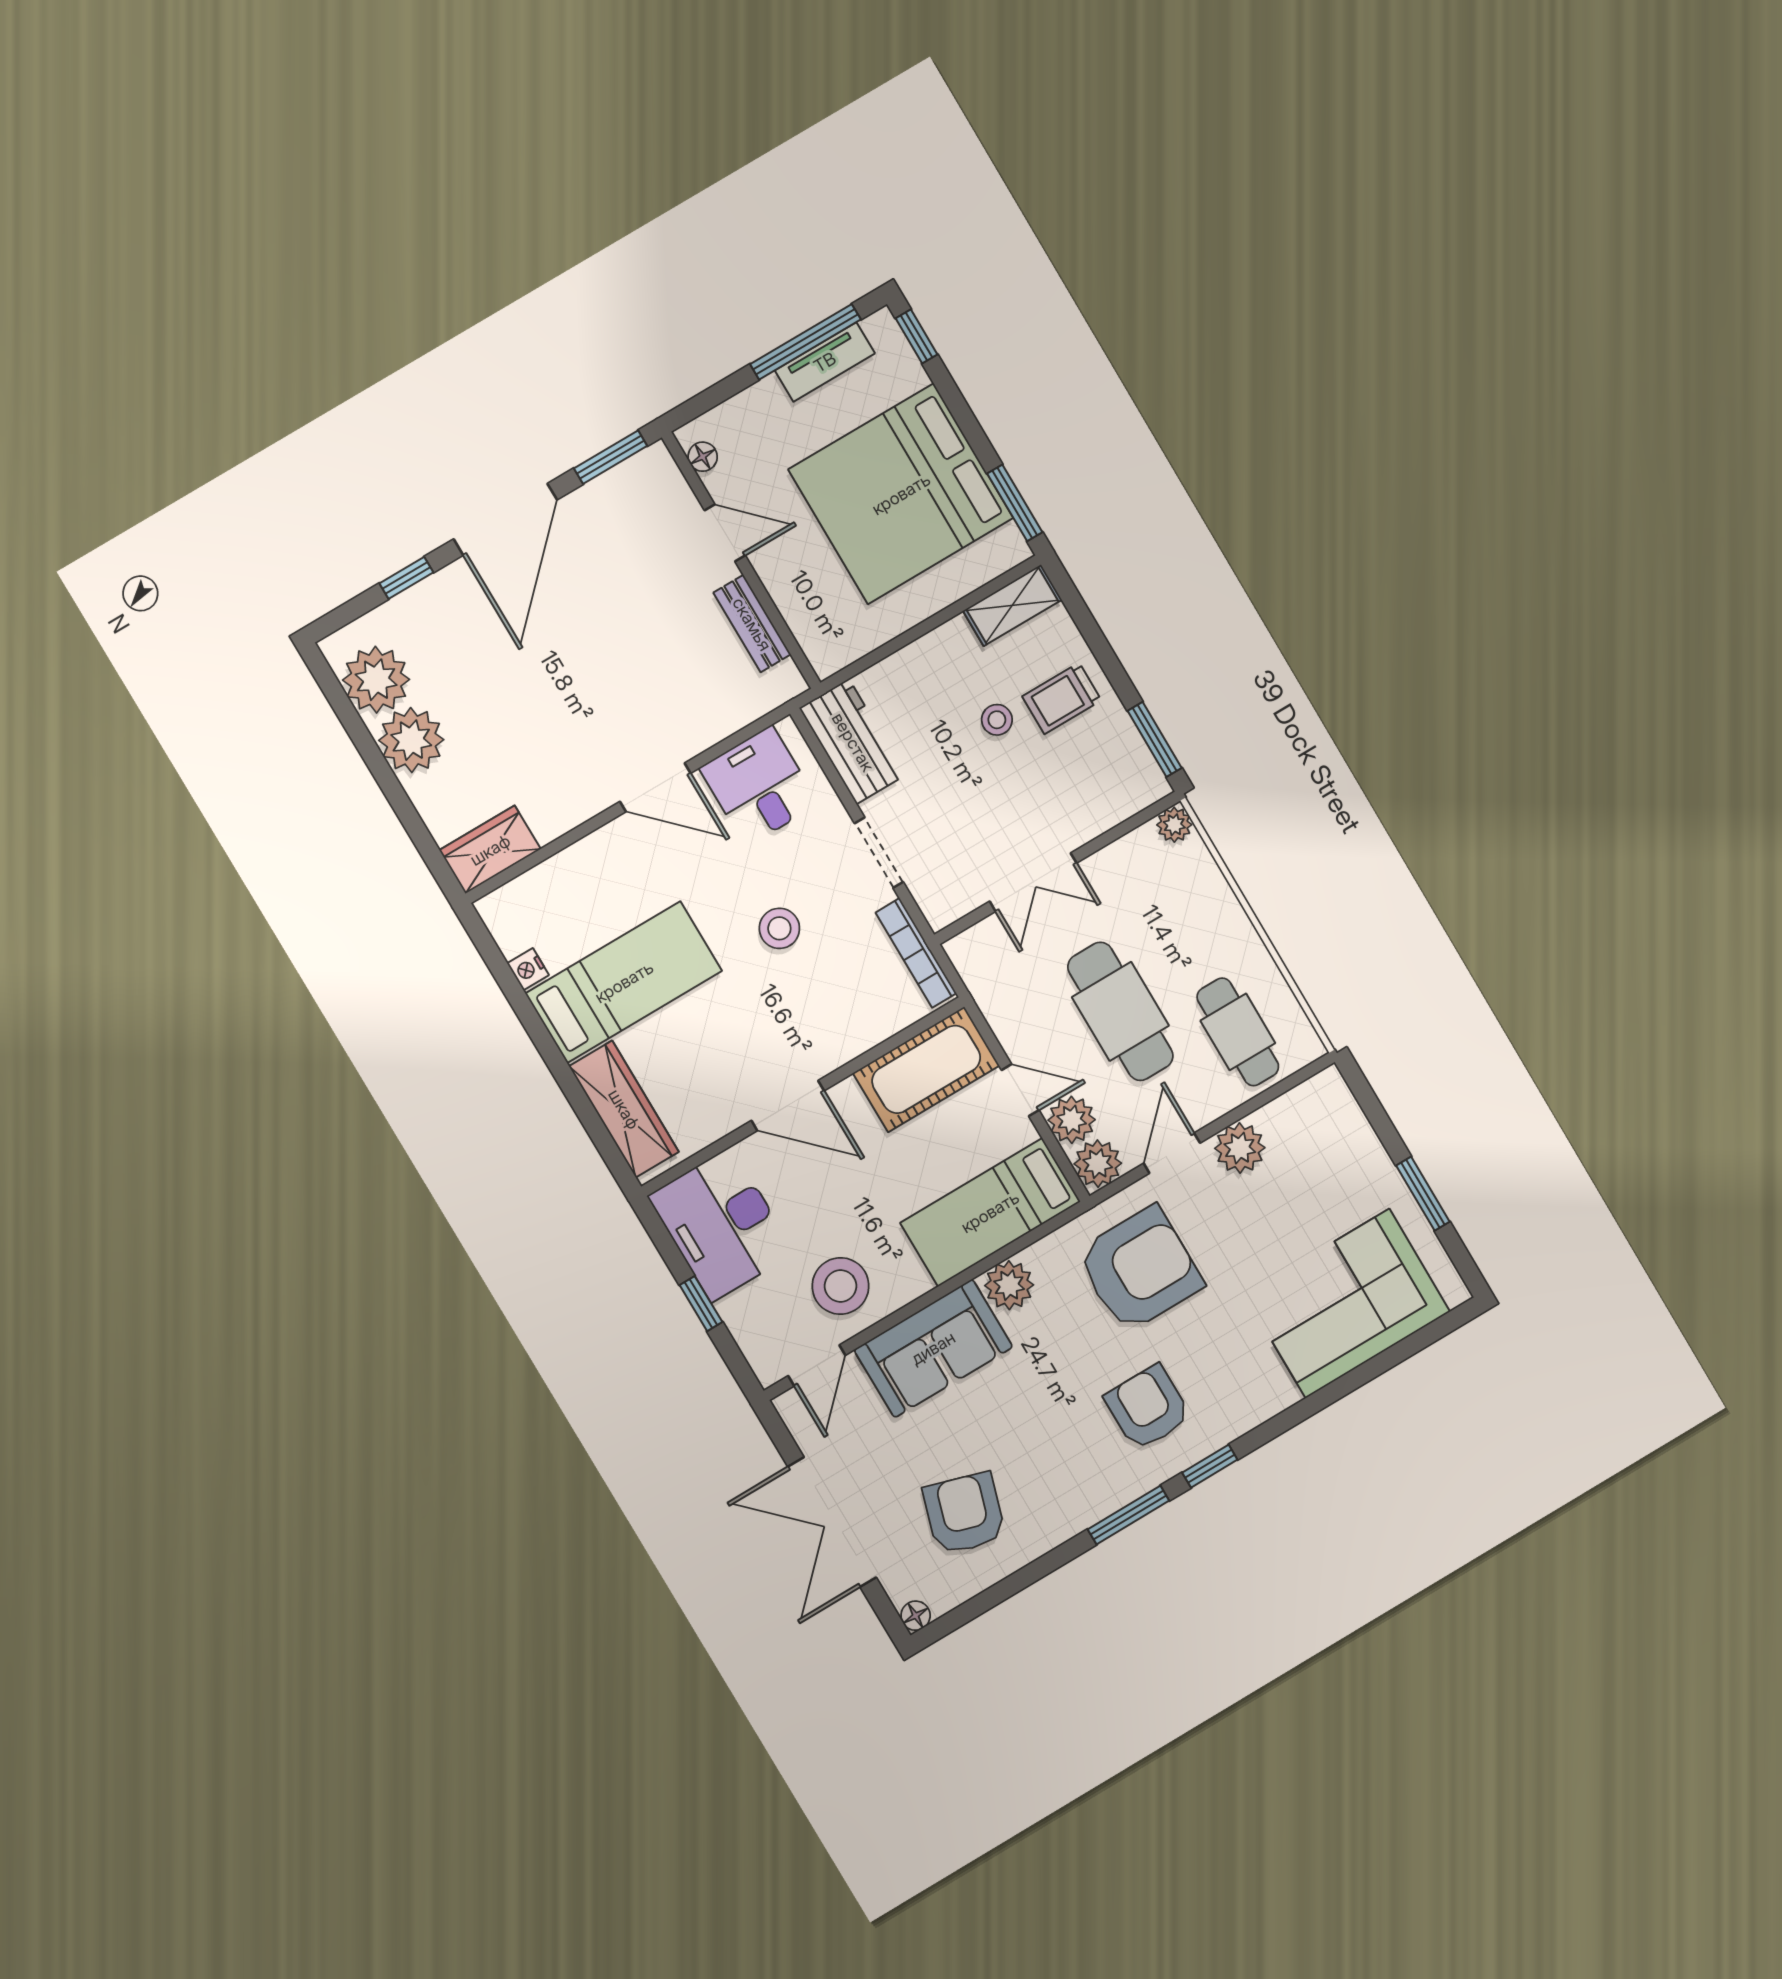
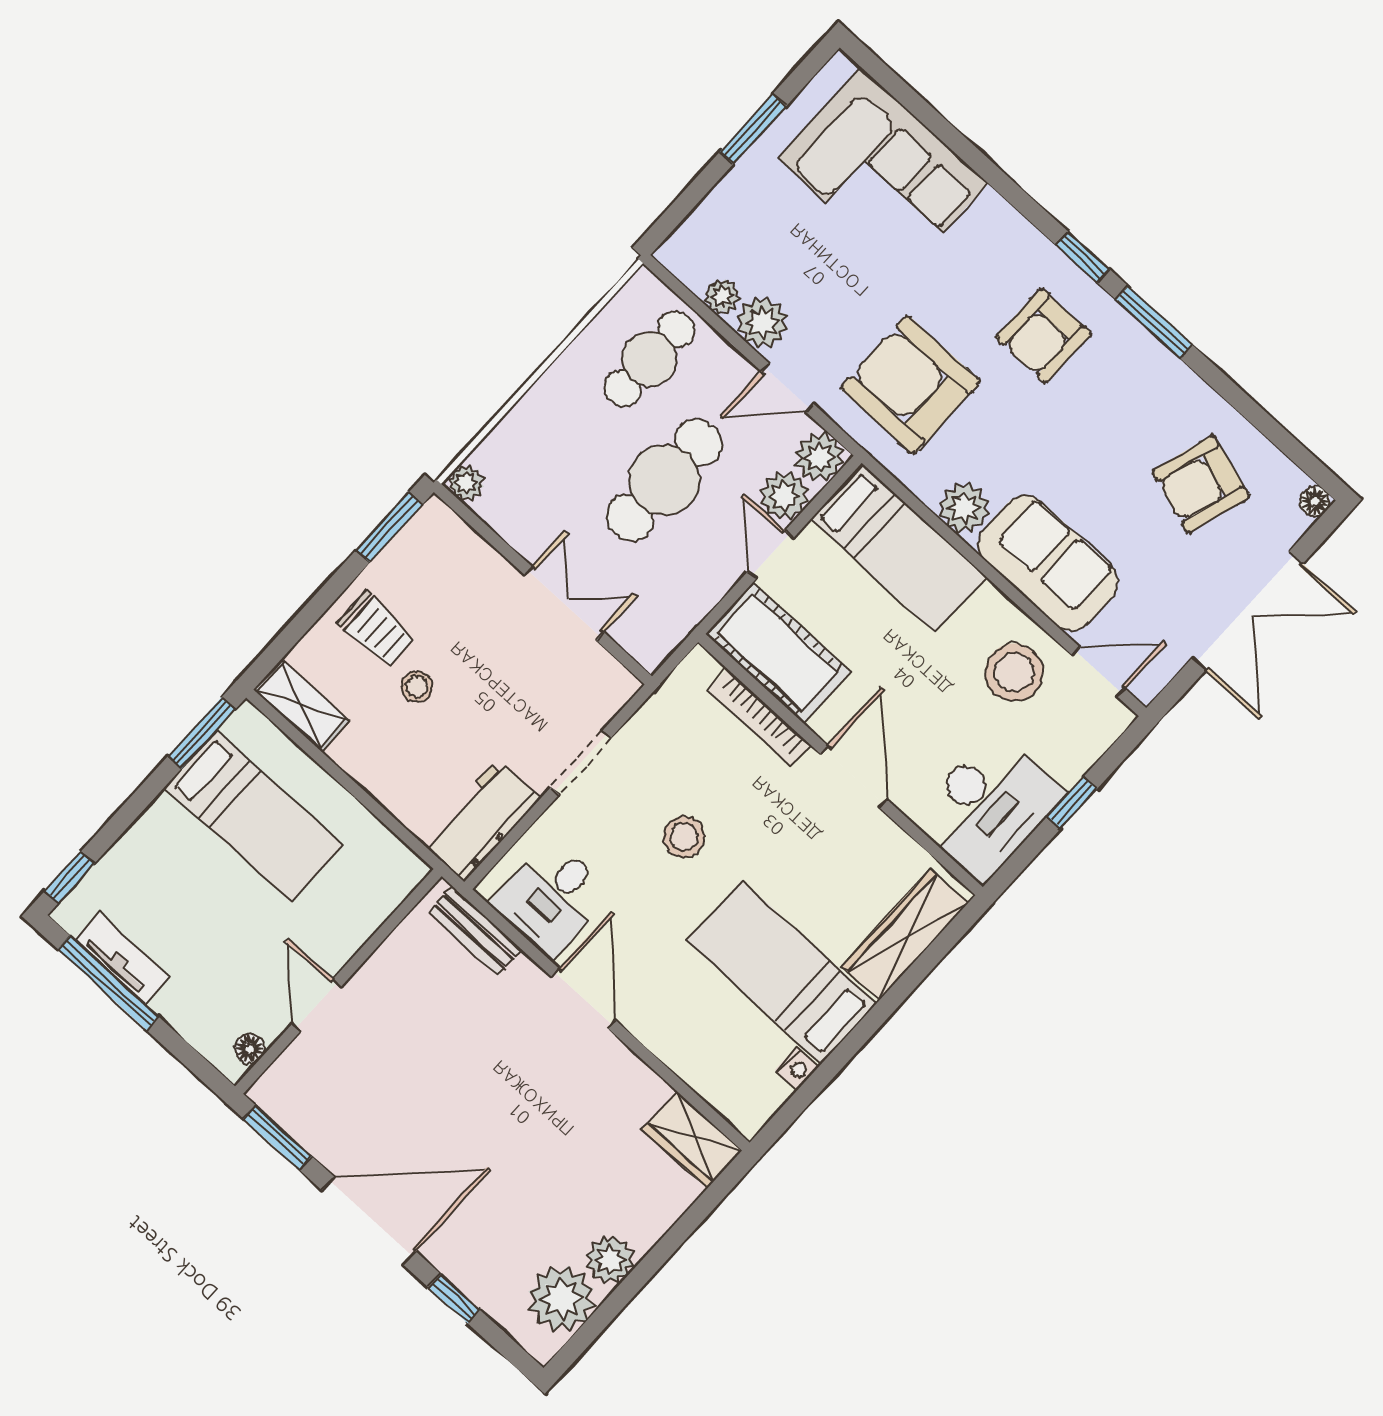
bed: (901, 494) -> (254, 816), width x0.49
bench: (752, 624) -> (475, 931), moved, turned 90
plant: (411, 740) -> (610, 1260), width x0.73, depth x0.73
bookcase: (916, 953) -> (759, 717), moved, turned 90
plant: (1276, 1118) -> (722, 297), added

